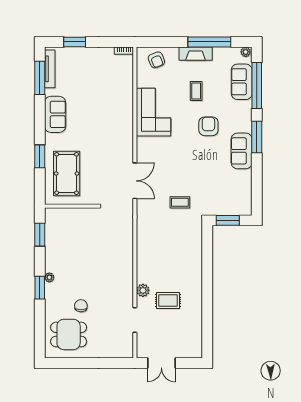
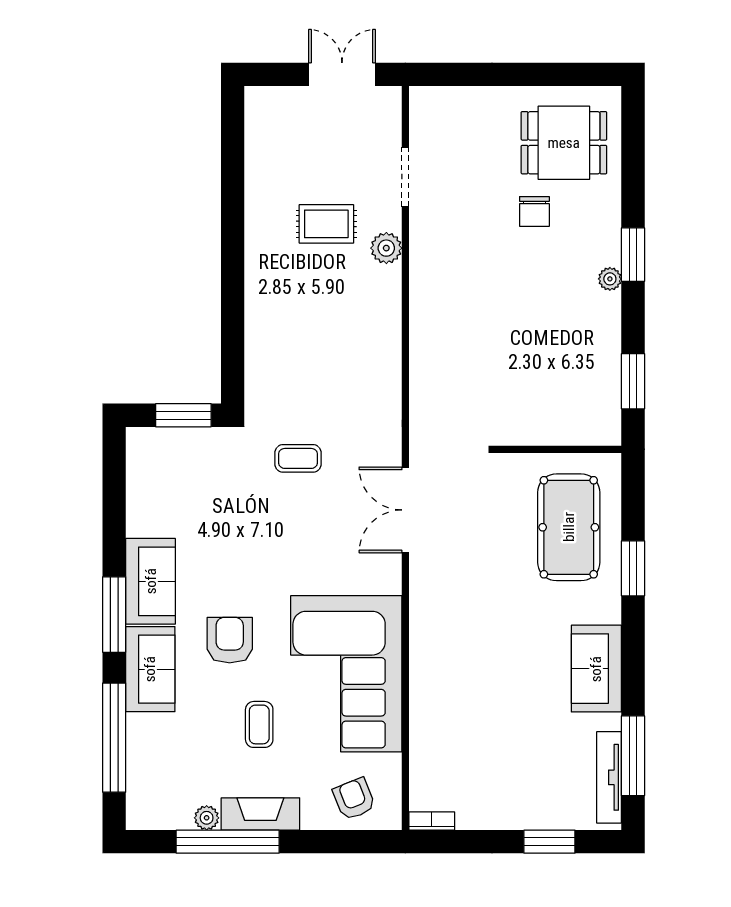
plant: (246, 52) -> (207, 818), moved
sofa: (242, 82) -> (150, 669), moved
corner sofa: (154, 112) -> (346, 674), width x1.36, depth x1.36
armchair: (208, 126) -> (230, 640), turned 180

